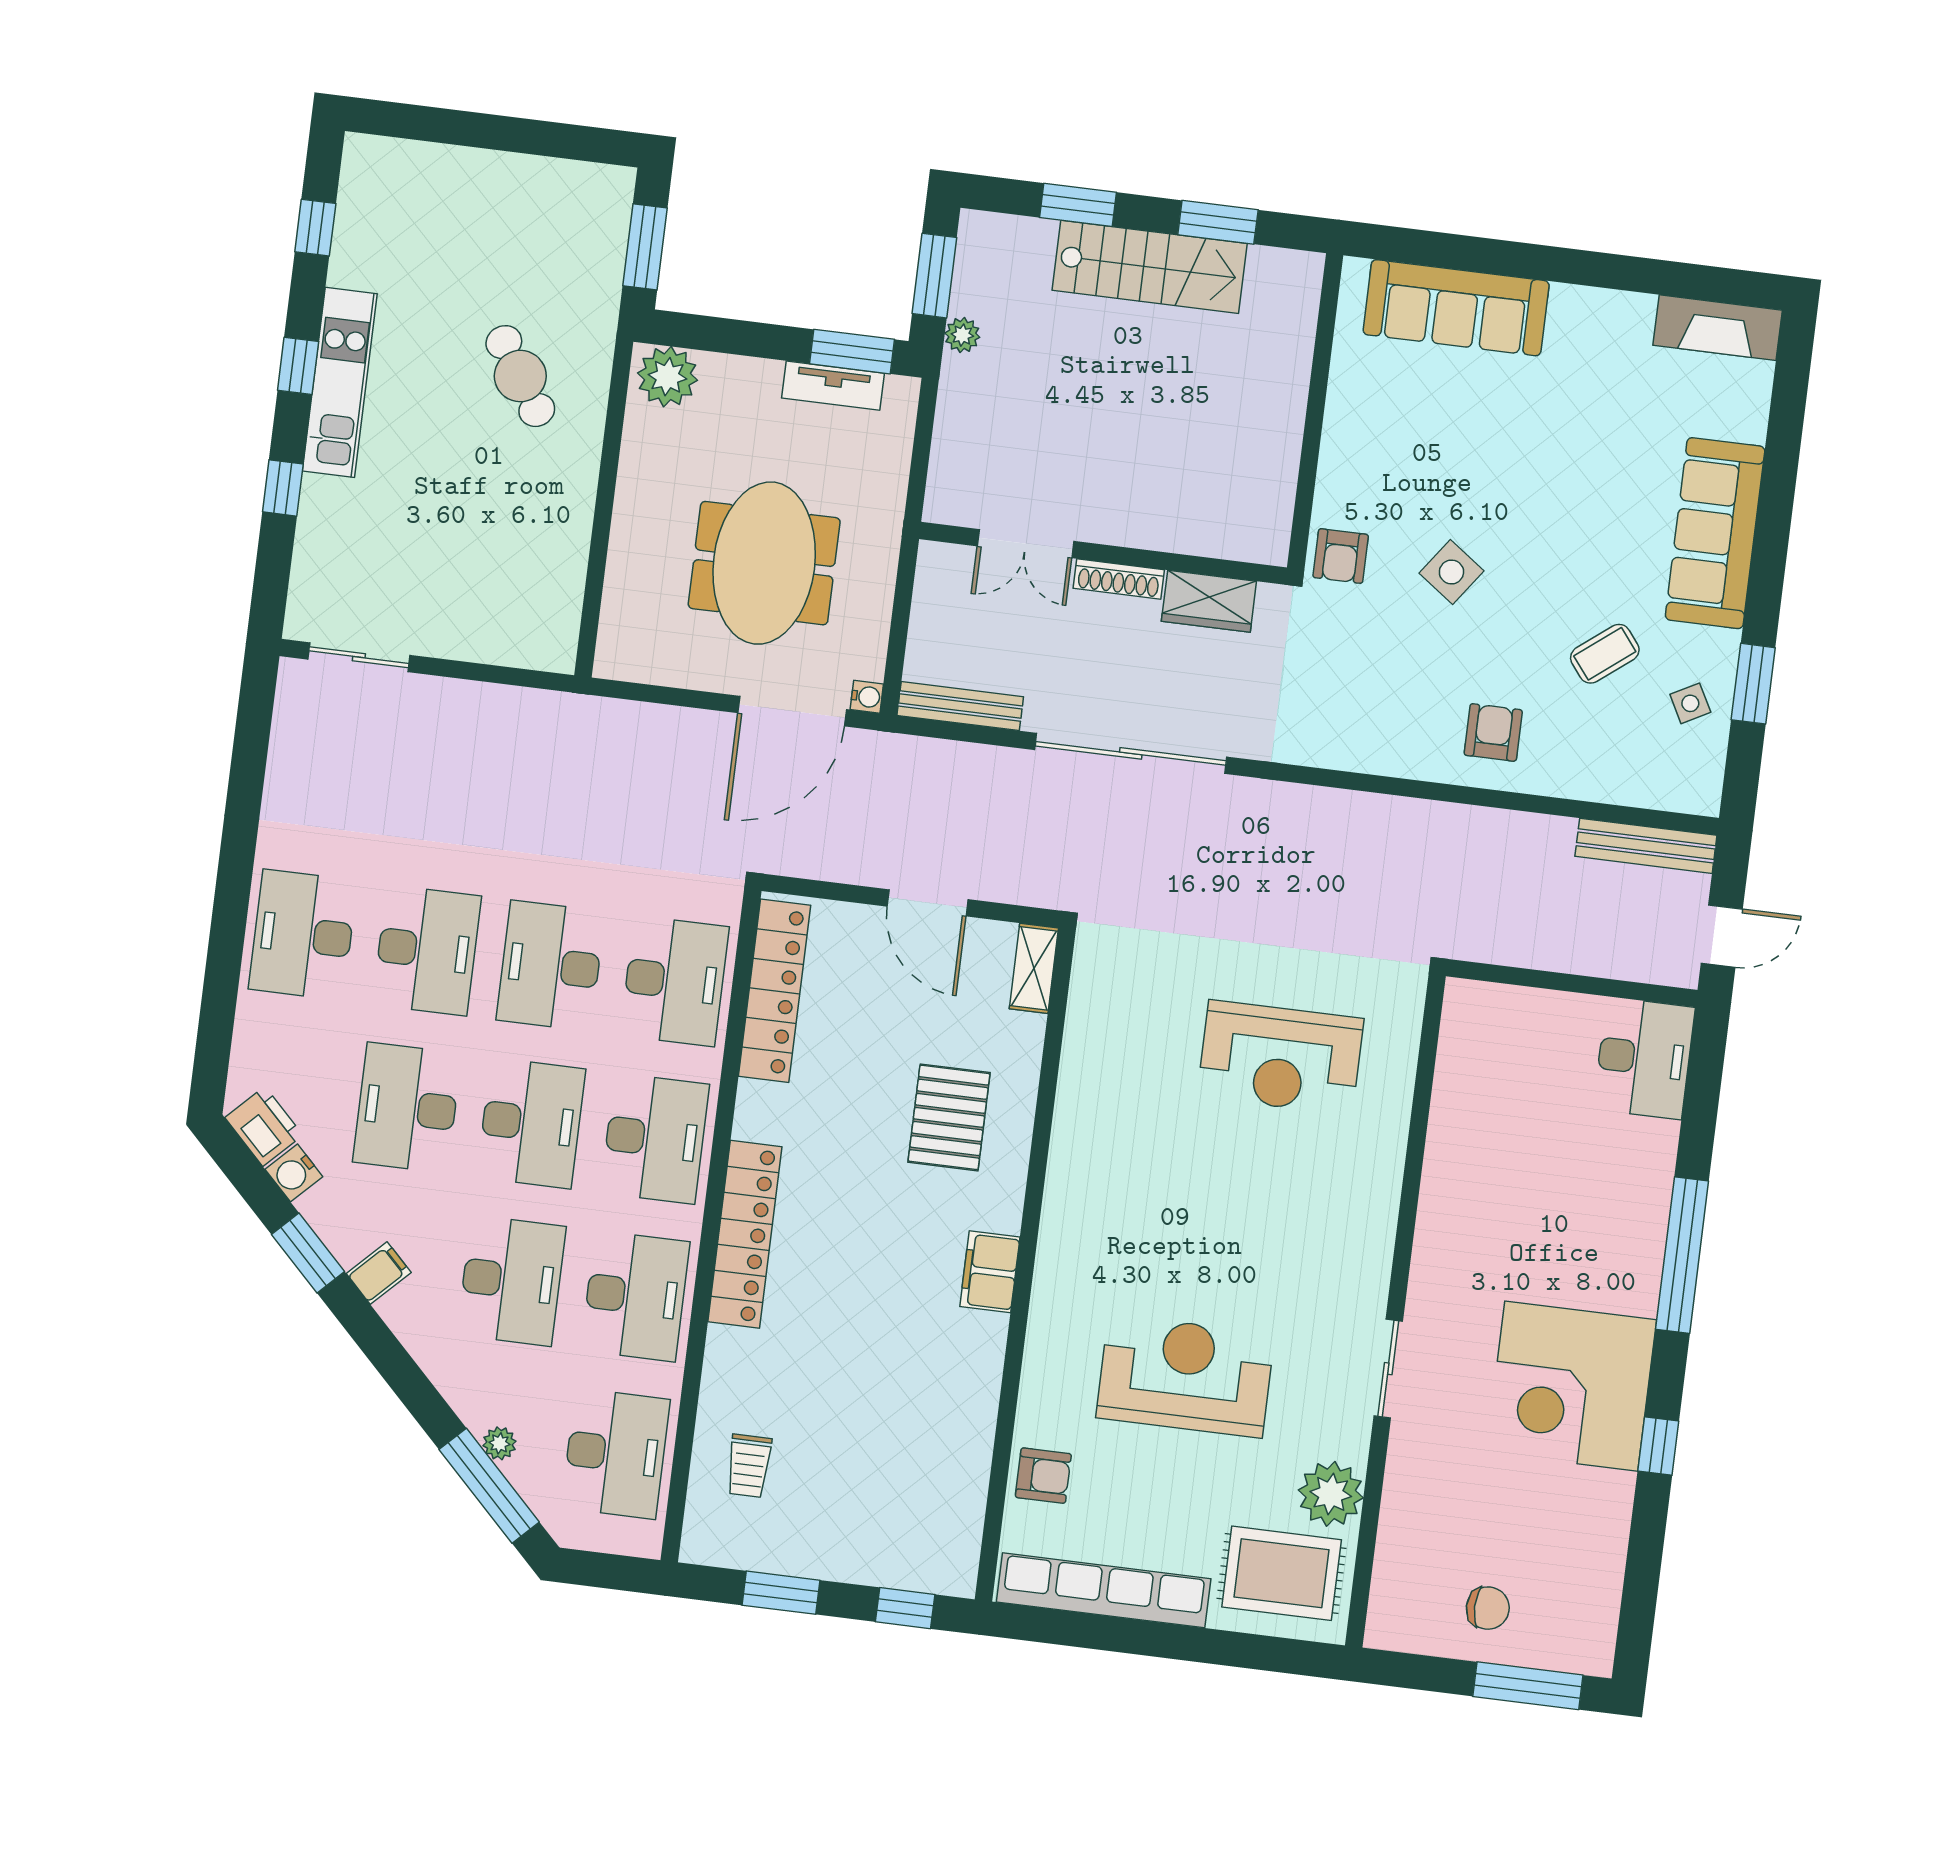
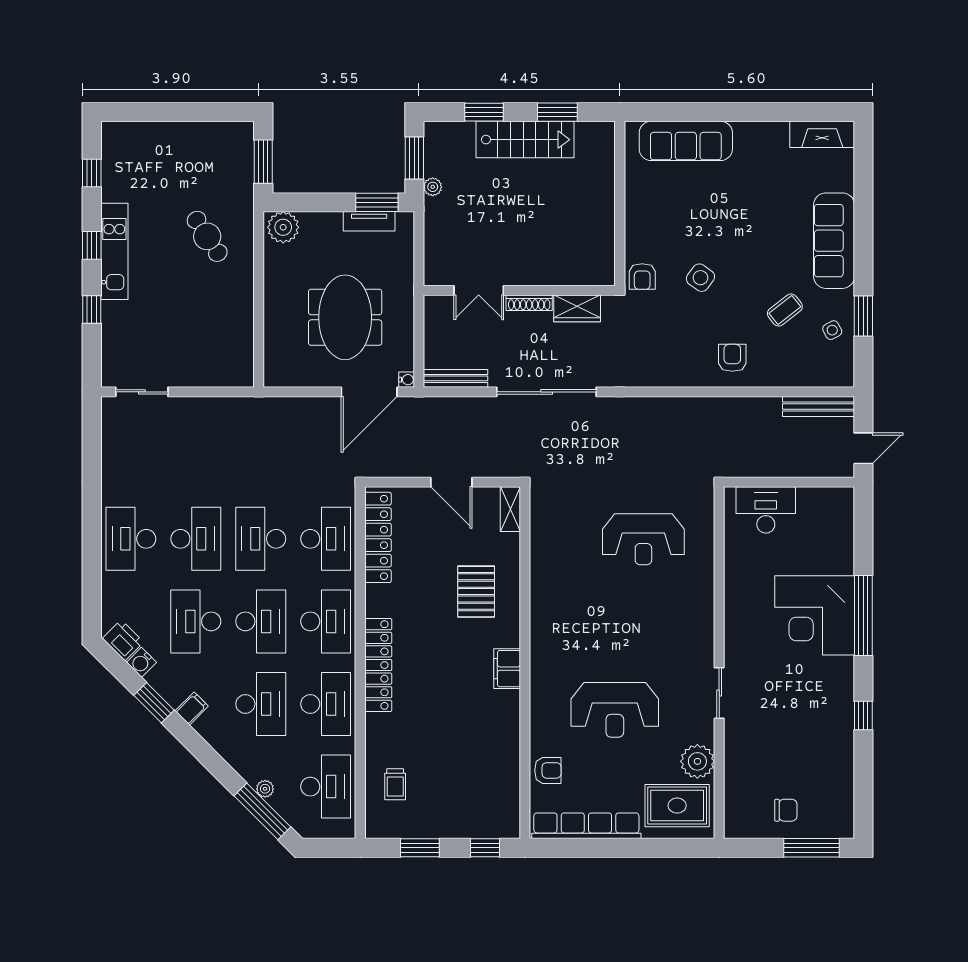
desk: (1644, 1058) -> (766, 510), moved, turned -90
reception desk: (1185, 1376) -> (615, 710), turned 180
corner desk: (1571, 1386) -> (815, 615), moved

